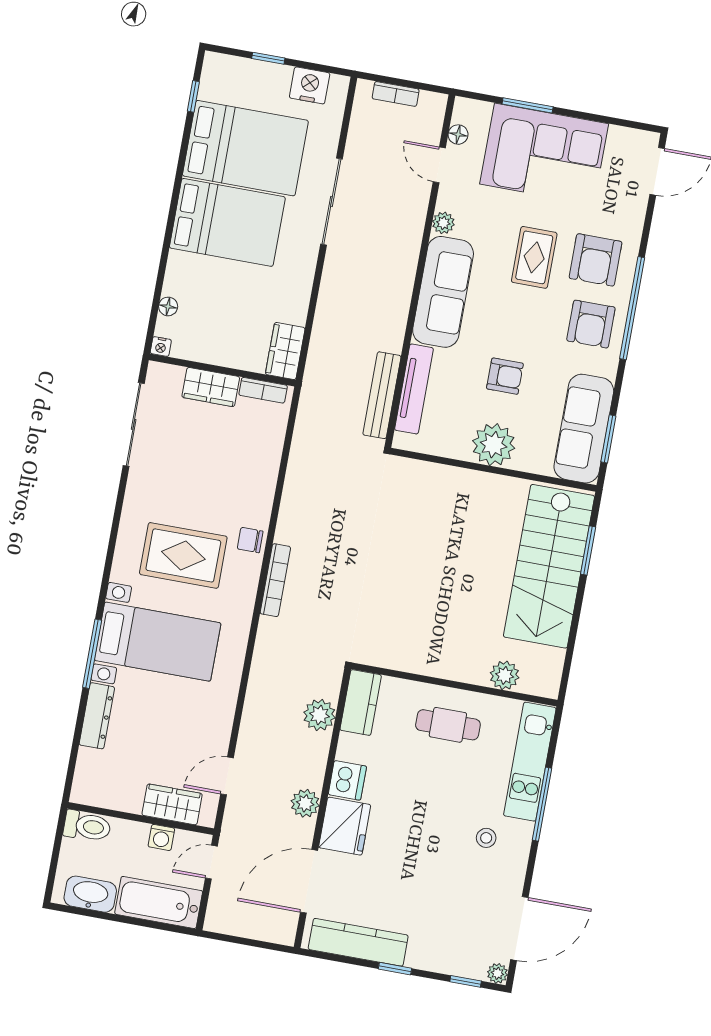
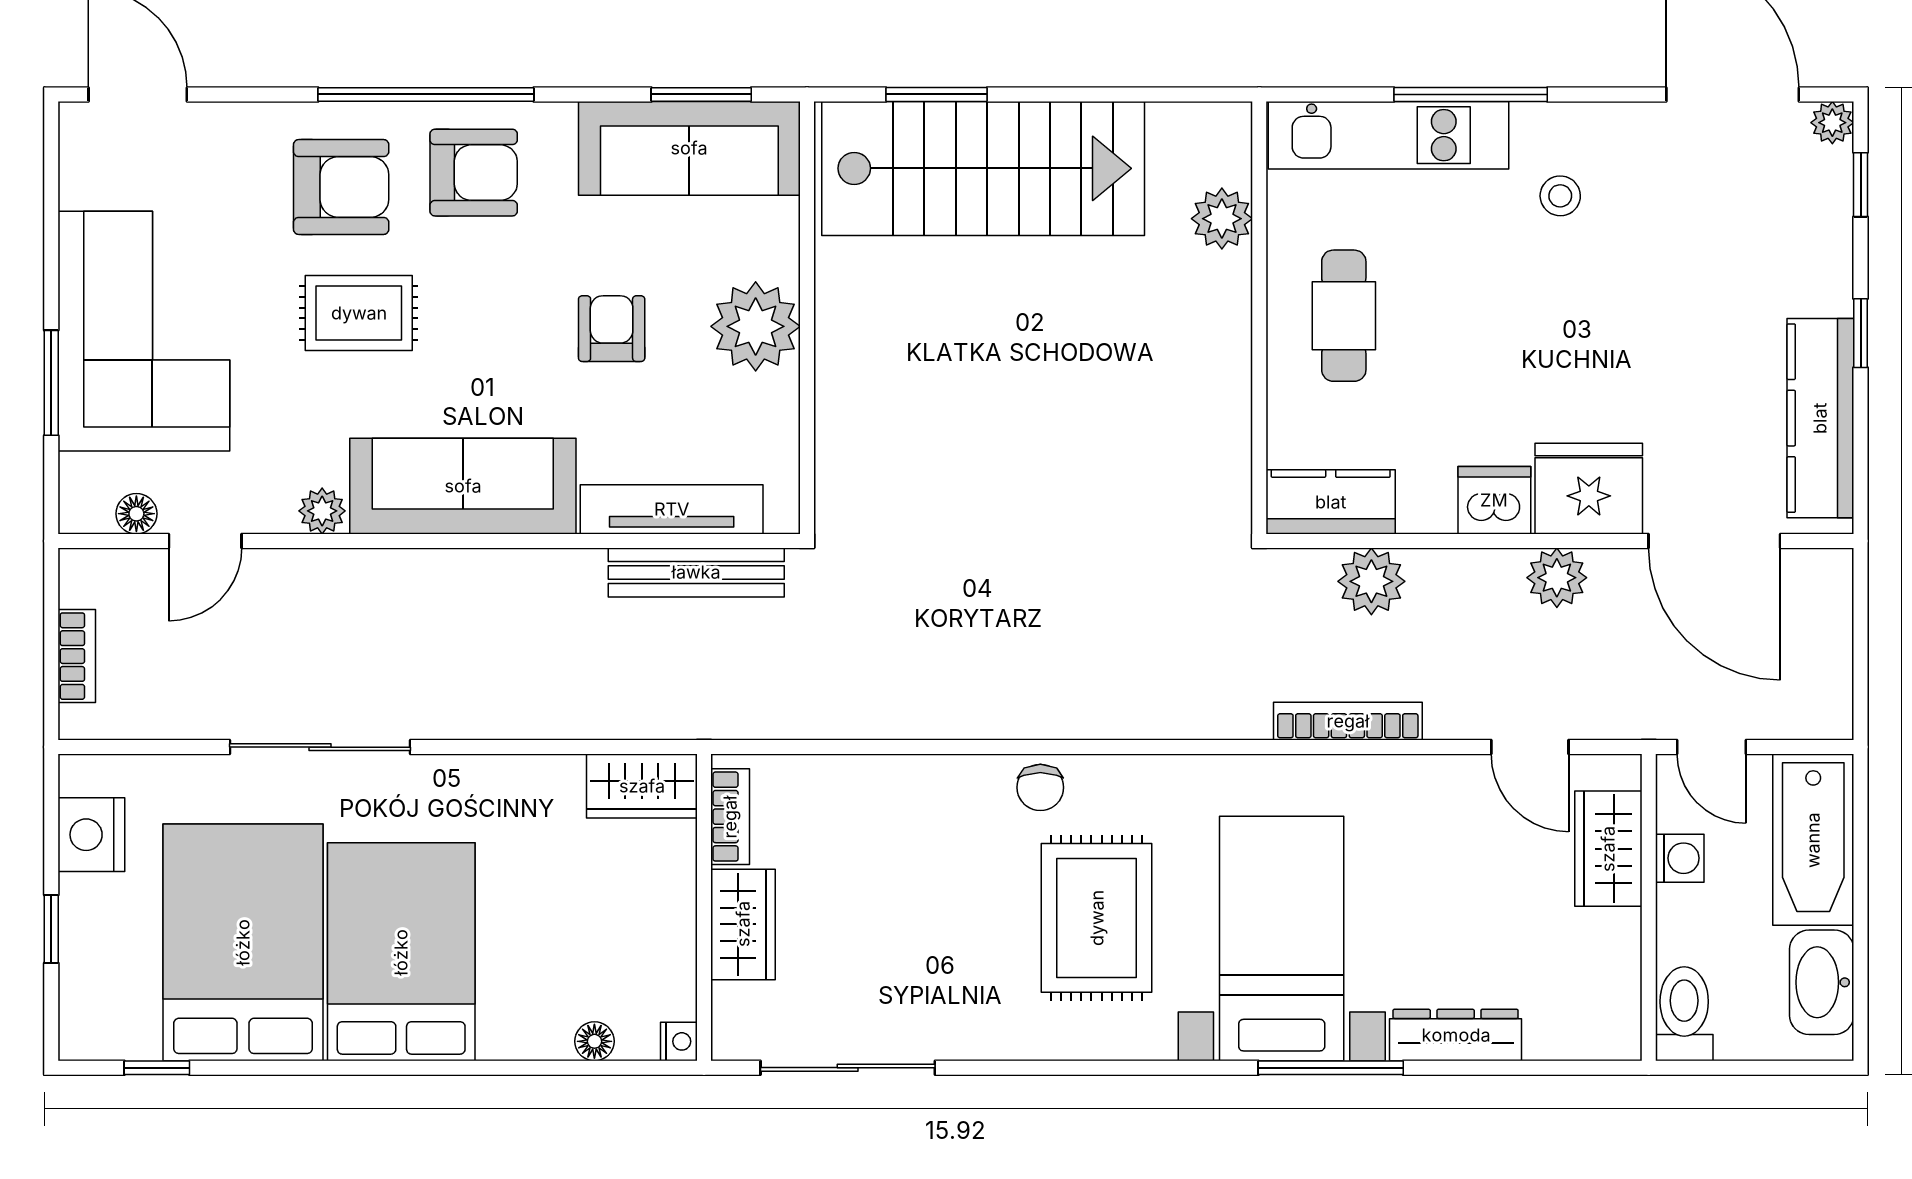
bookcase: (275, 580) -> (1348, 721), moved

